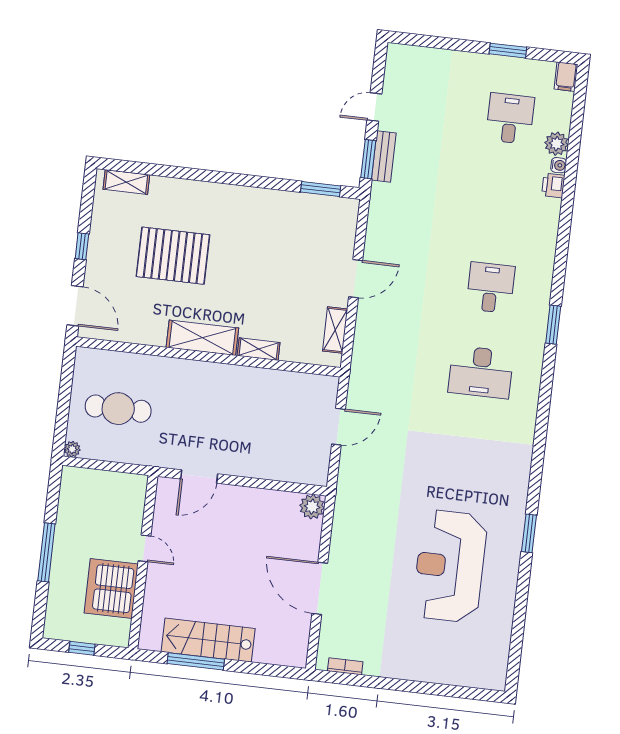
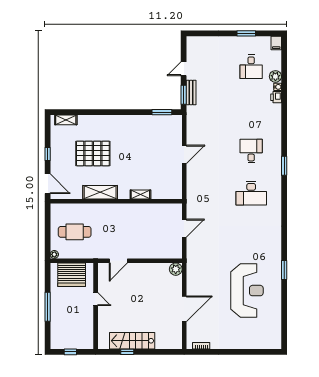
desk: (510, 119) -> (251, 67), turned 180
shelving: (335, 330) -> (177, 181), removed
shelving: (202, 338) -> (100, 192), moved
reception desk: (450, 566) -> (247, 291), turned 180
door: (320, 588) -> (184, 309), swing flipped
server rack: (111, 589) -> (72, 275), moved, turned -90
window: (196, 661) -> (127, 352), width x0.46

